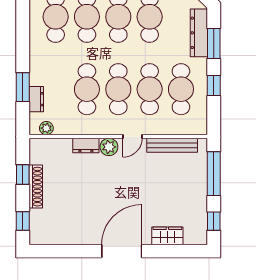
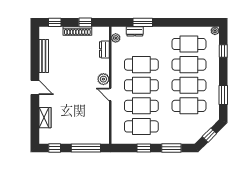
dresser: (199, 33) -> (178, 138), removed
dresser: (86, 145) -> (104, 49), moved
bench: (172, 145) -> (44, 56), moved
door: (122, 251) -> (35, 88), width x0.53

